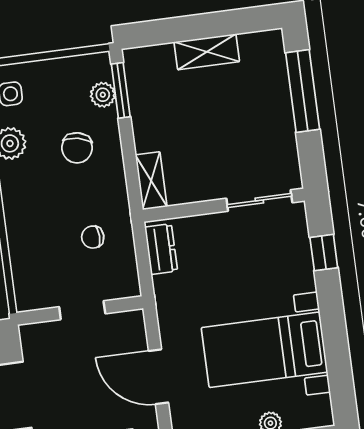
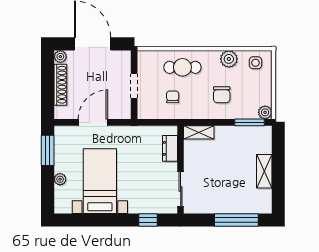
plant: (103, 95) -> (265, 112), moved
chair: (77, 148) -> (222, 95), turned -102
cafe table: (36, 226) -> (182, 67), added
dresser: (161, 249) -> (170, 148), moved, turned 90

